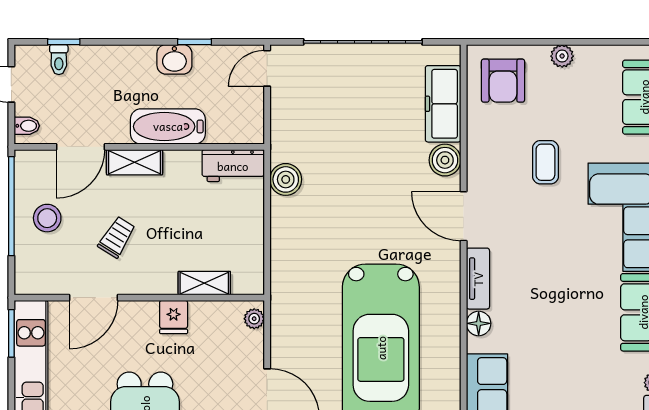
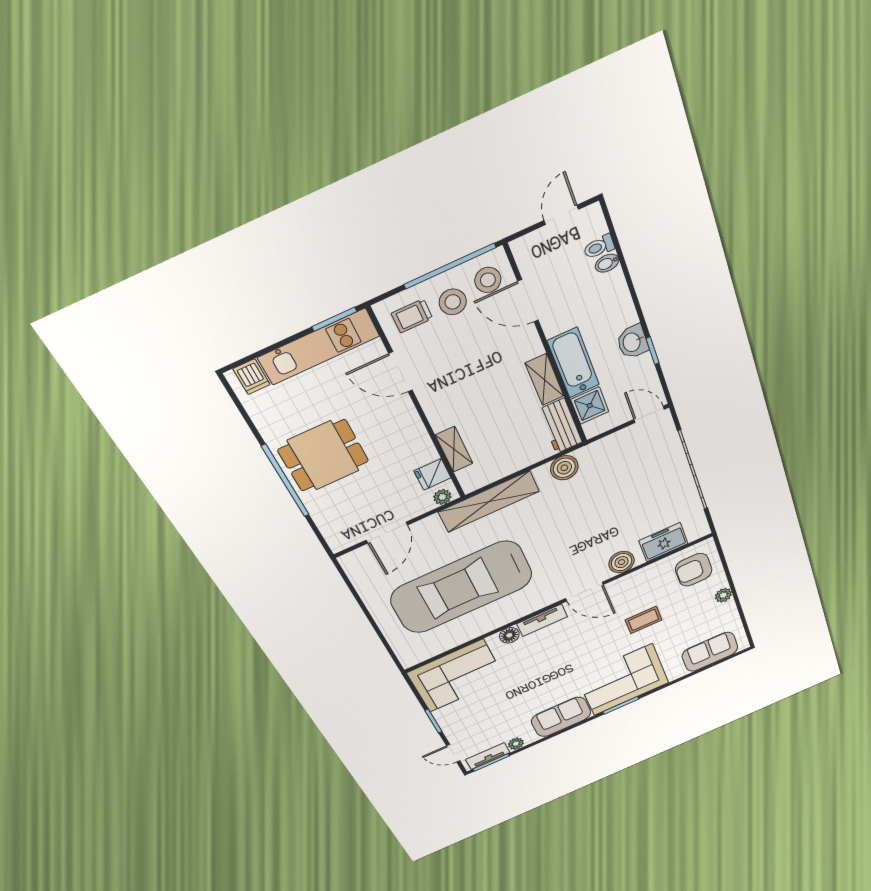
window: (64, 42) -> (616, 244), removed
freezer: (443, 104) -> (663, 542), width x0.71
bidet: (27, 126) -> (607, 263), moved, turned 90
shower: (225, 127) -> (590, 406), added
shelving: (134, 162) -> (544, 380), moved
stool: (41, 177) -> (488, 280), added
door: (464, 216) -> (584, 592), swing flipped
trolley: (117, 237) -> (412, 316), moved, turned 148
shelving: (285, 274) -> (489, 502), added
fridge: (174, 317) -> (432, 474), moved

